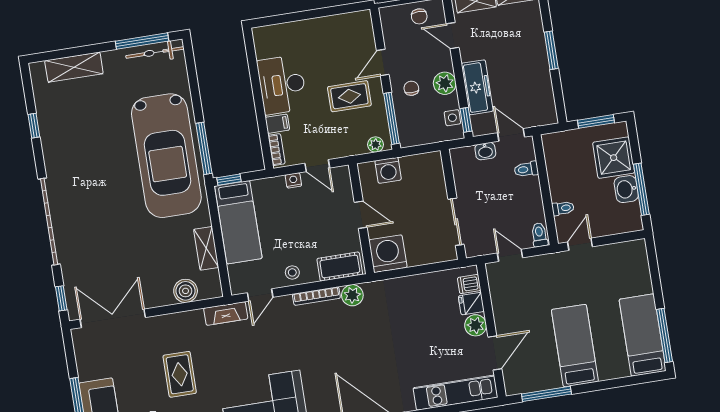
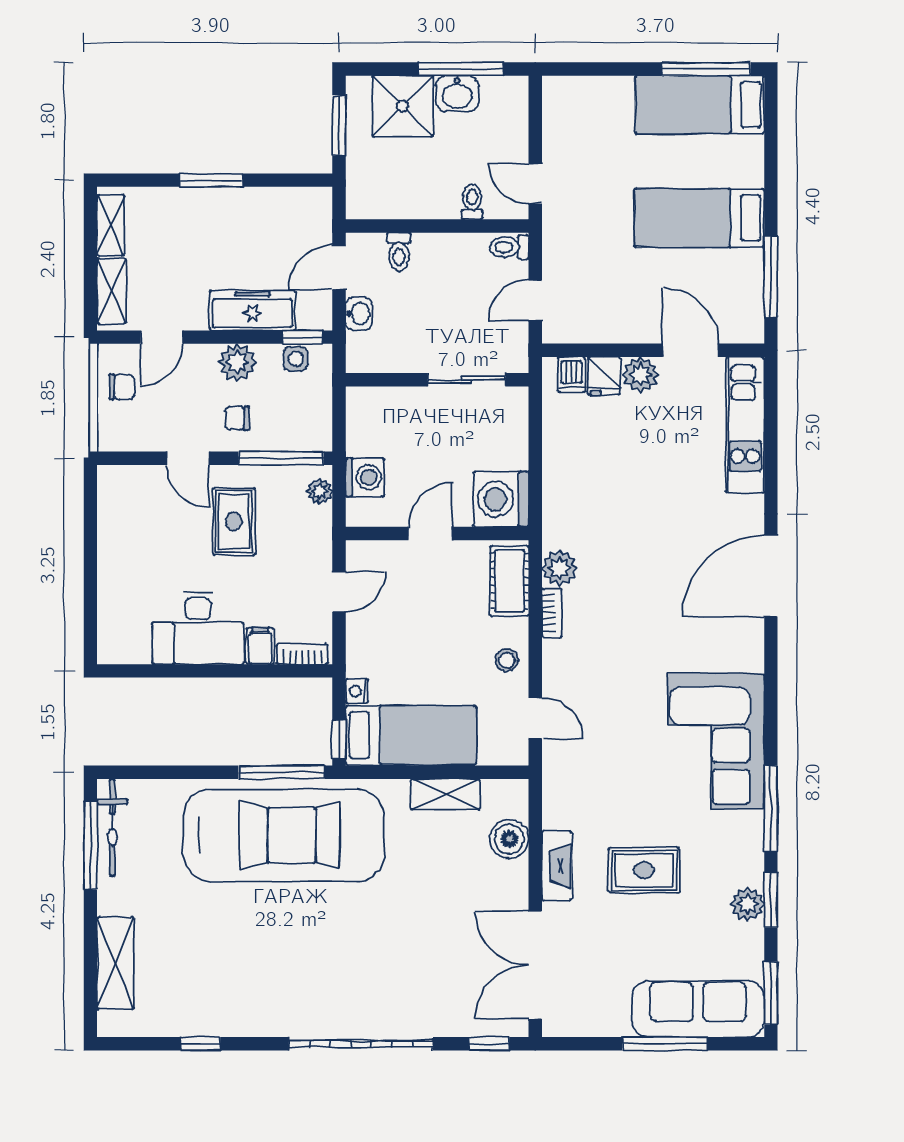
nightstand: (293, 180) -> (357, 691), moved
bookcase: (316, 296) -> (552, 613), width x0.64
fireplace: (226, 313) -> (557, 866), moved

